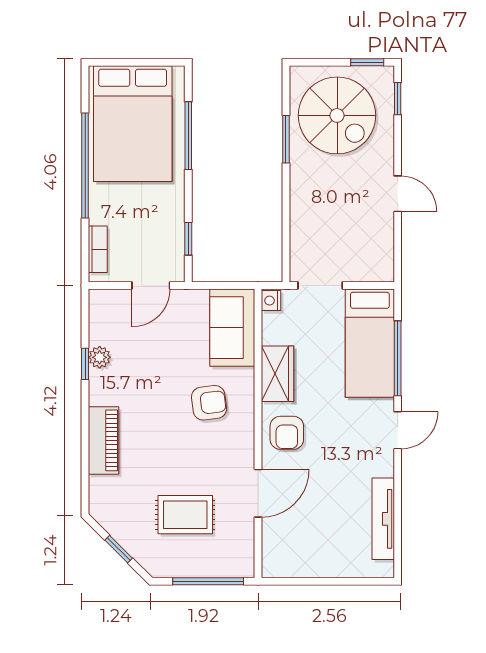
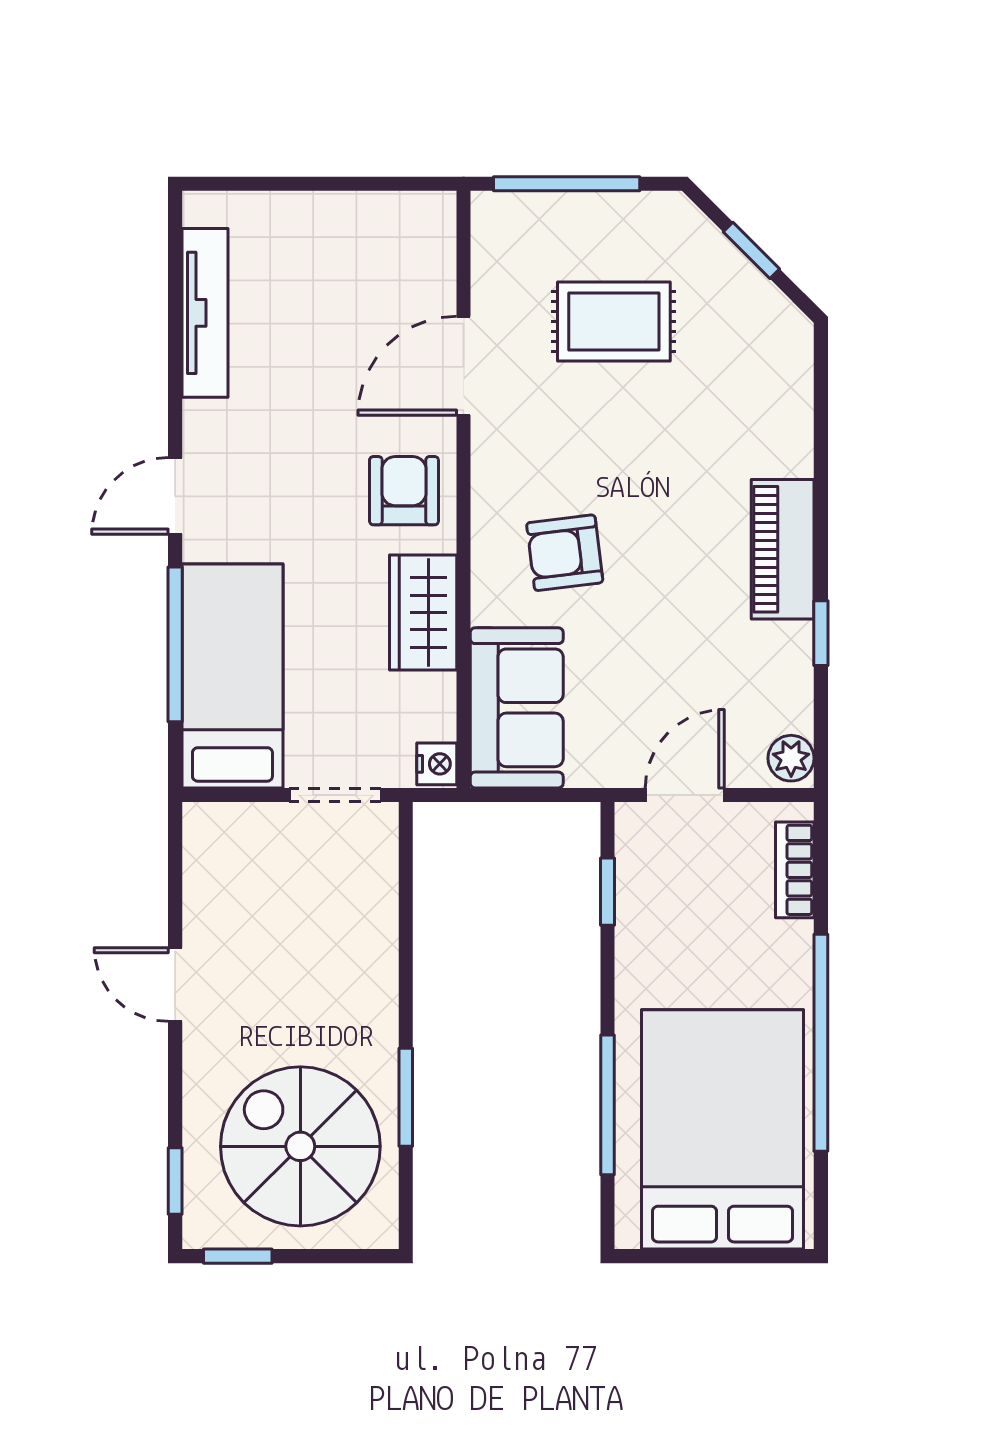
plant: (100, 357) -> (791, 758), moved
piano: (104, 440) -> (783, 549), moved

